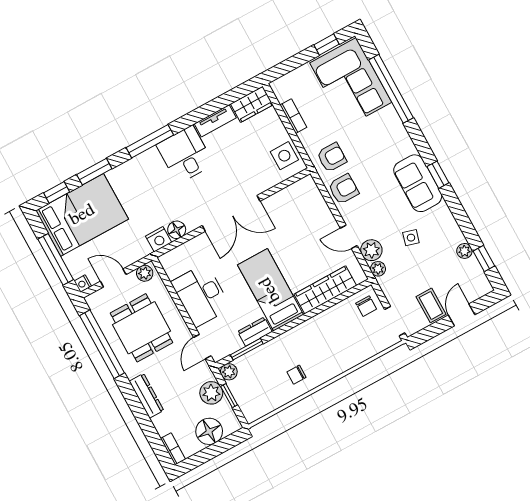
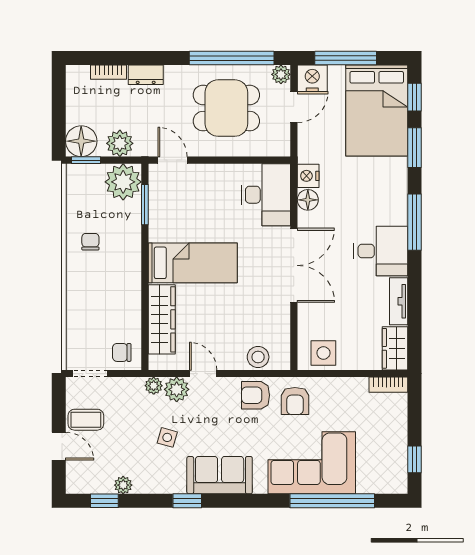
corner sofa: (351, 83) -> (312, 463), moved
bookcase: (293, 116) -> (388, 385), moved
window: (438, 175) -> (187, 501), moved
armchair: (344, 189) -> (256, 395), turned 90
stool: (314, 203) -> (258, 357), added
double door: (231, 213) -> (294, 265), swing flipped
door: (349, 237) -> (203, 374), hinge flipped
plant: (145, 273) -> (281, 74), moved
nightstand: (83, 284) -> (312, 78), width x1.89, depth x1.79
desk: (201, 295) -> (266, 195), moved, turned 90
dresser: (255, 332) -> (158, 223), removed
plant: (229, 372) -> (123, 182), width x1.88, depth x1.88
dresser: (147, 396) -> (146, 75), width x0.70
window: (229, 396) -> (86, 160), moved
floor lamp: (209, 431) -> (81, 141), moved
bookcase: (173, 449) -> (109, 72), moved

